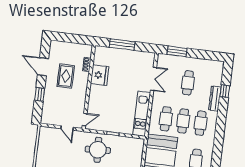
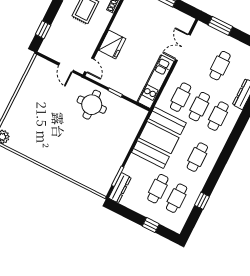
fridge: (100, 75) -> (112, 44), moved
double door: (153, 79) -> (183, 47), swing flipped
window: (40, 94) -> (43, 30), moved
door: (85, 120) -> (89, 65), hinge flipped

